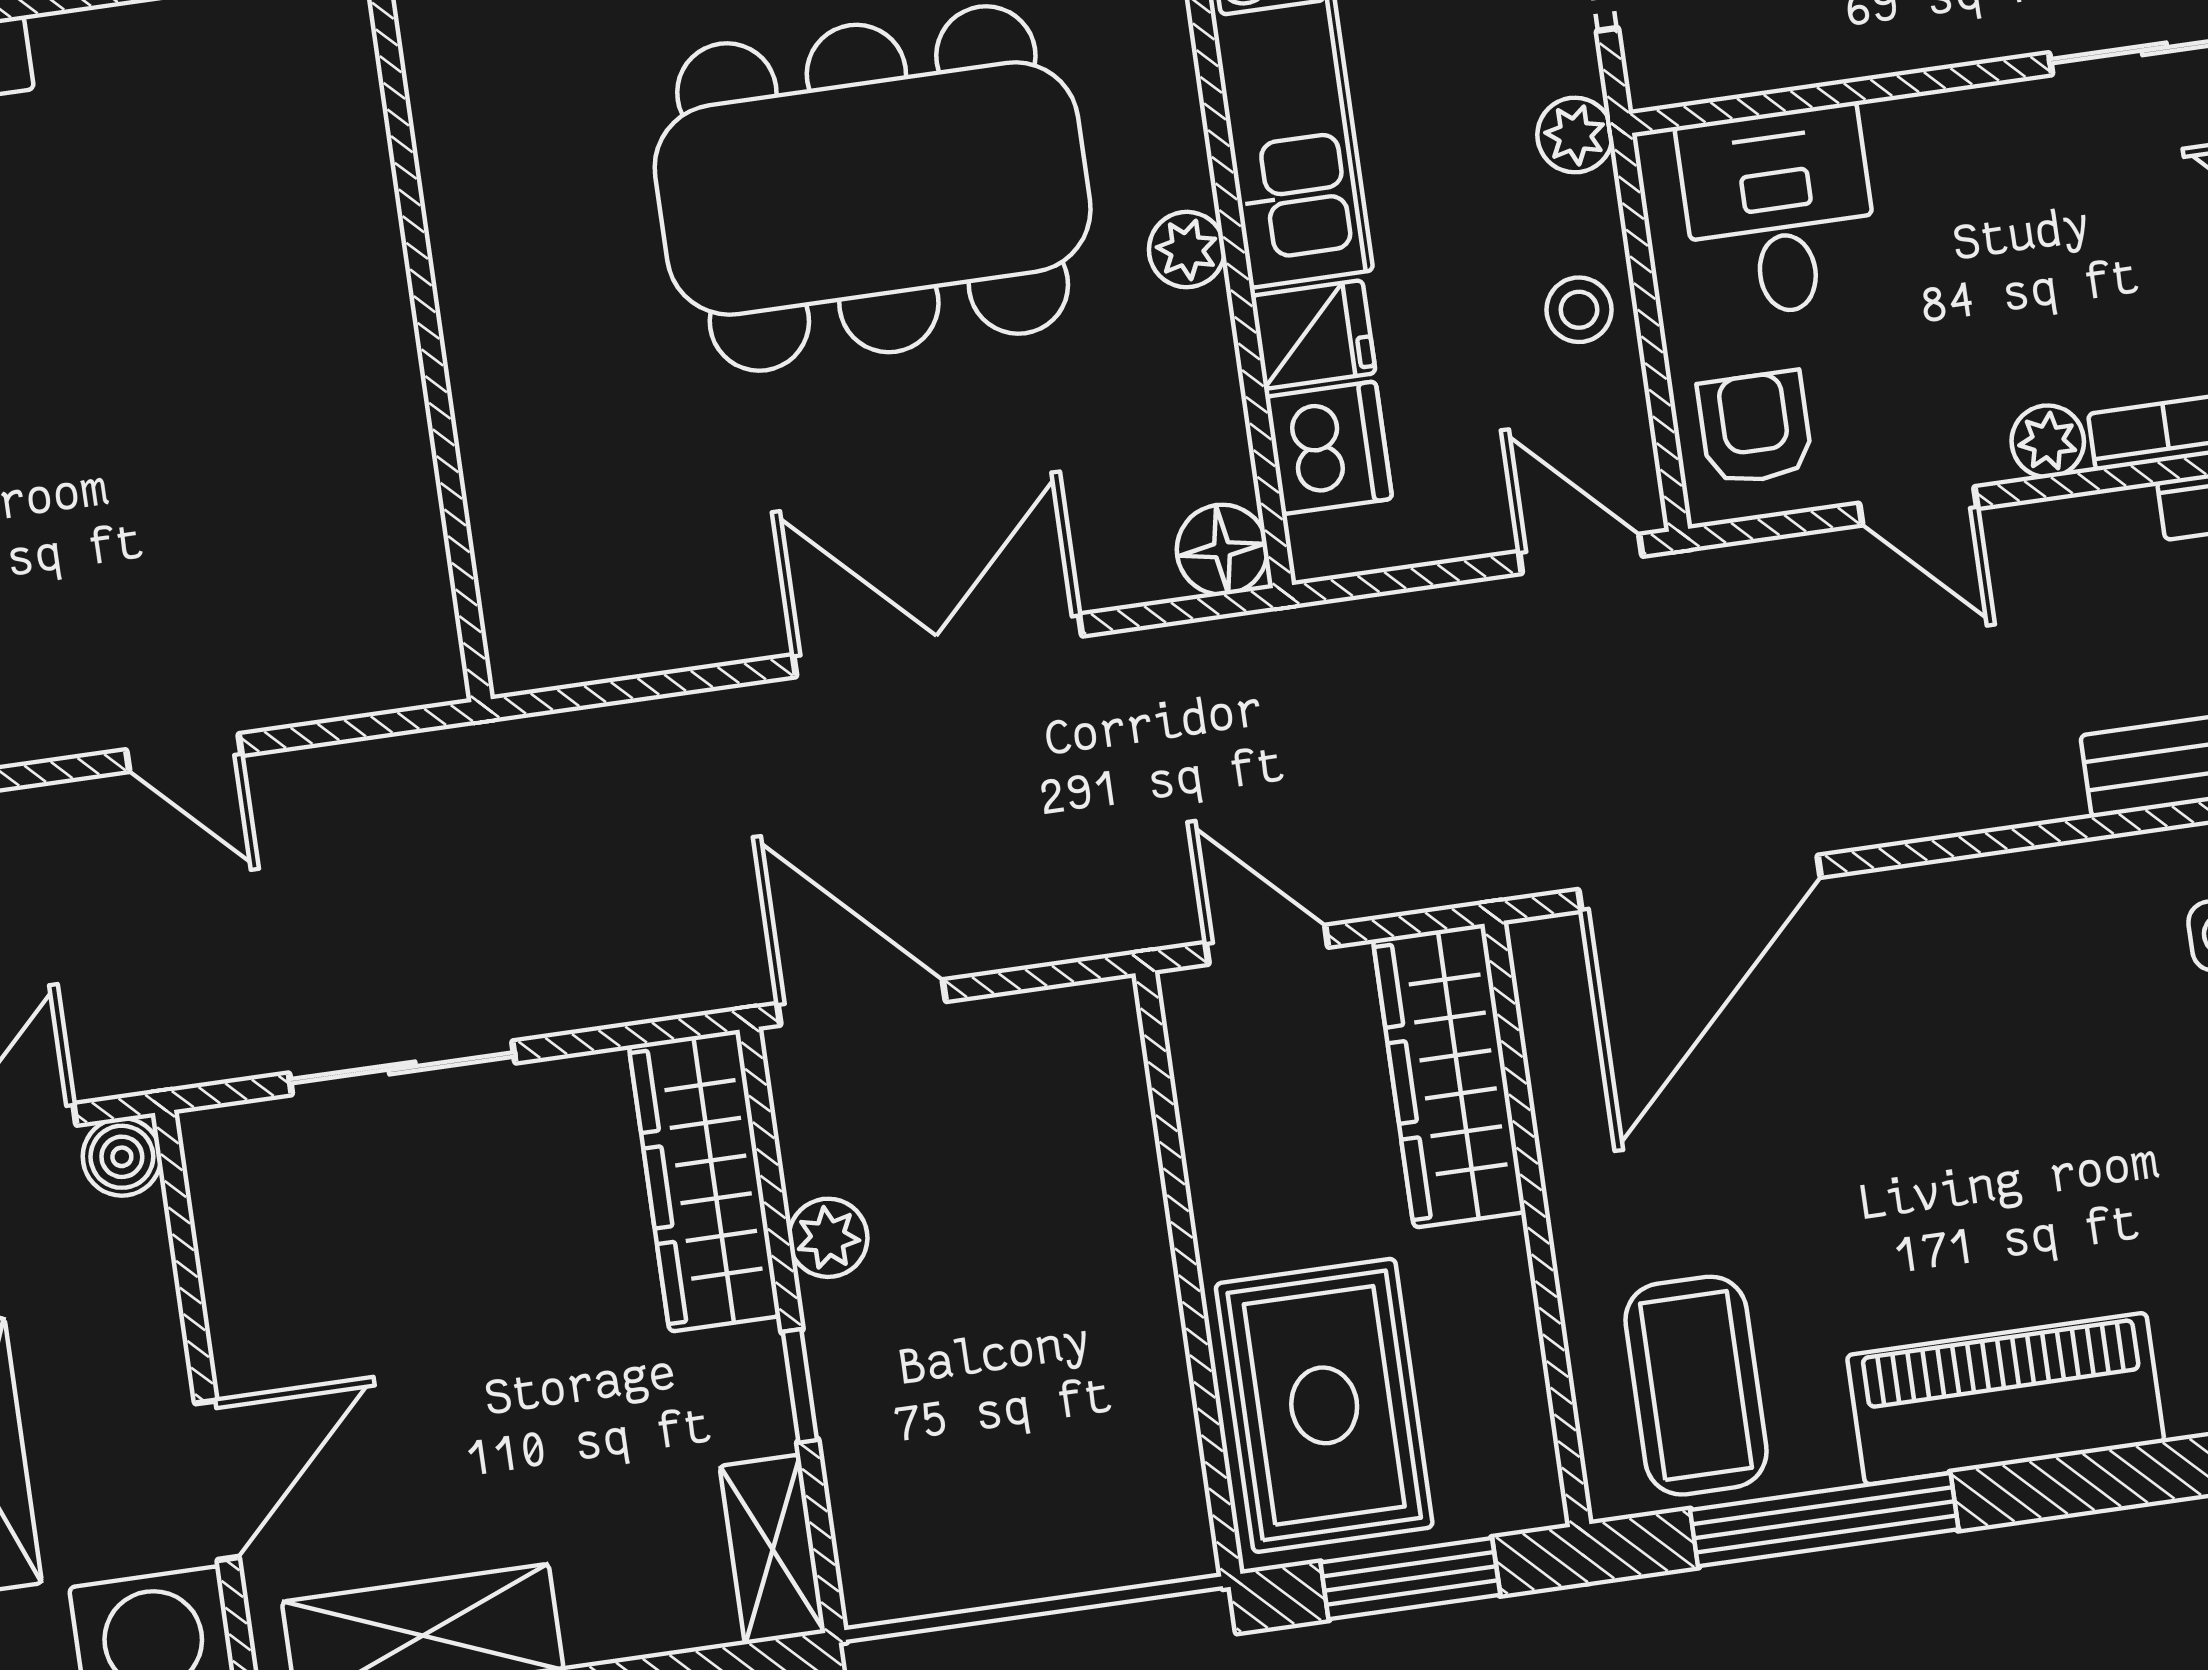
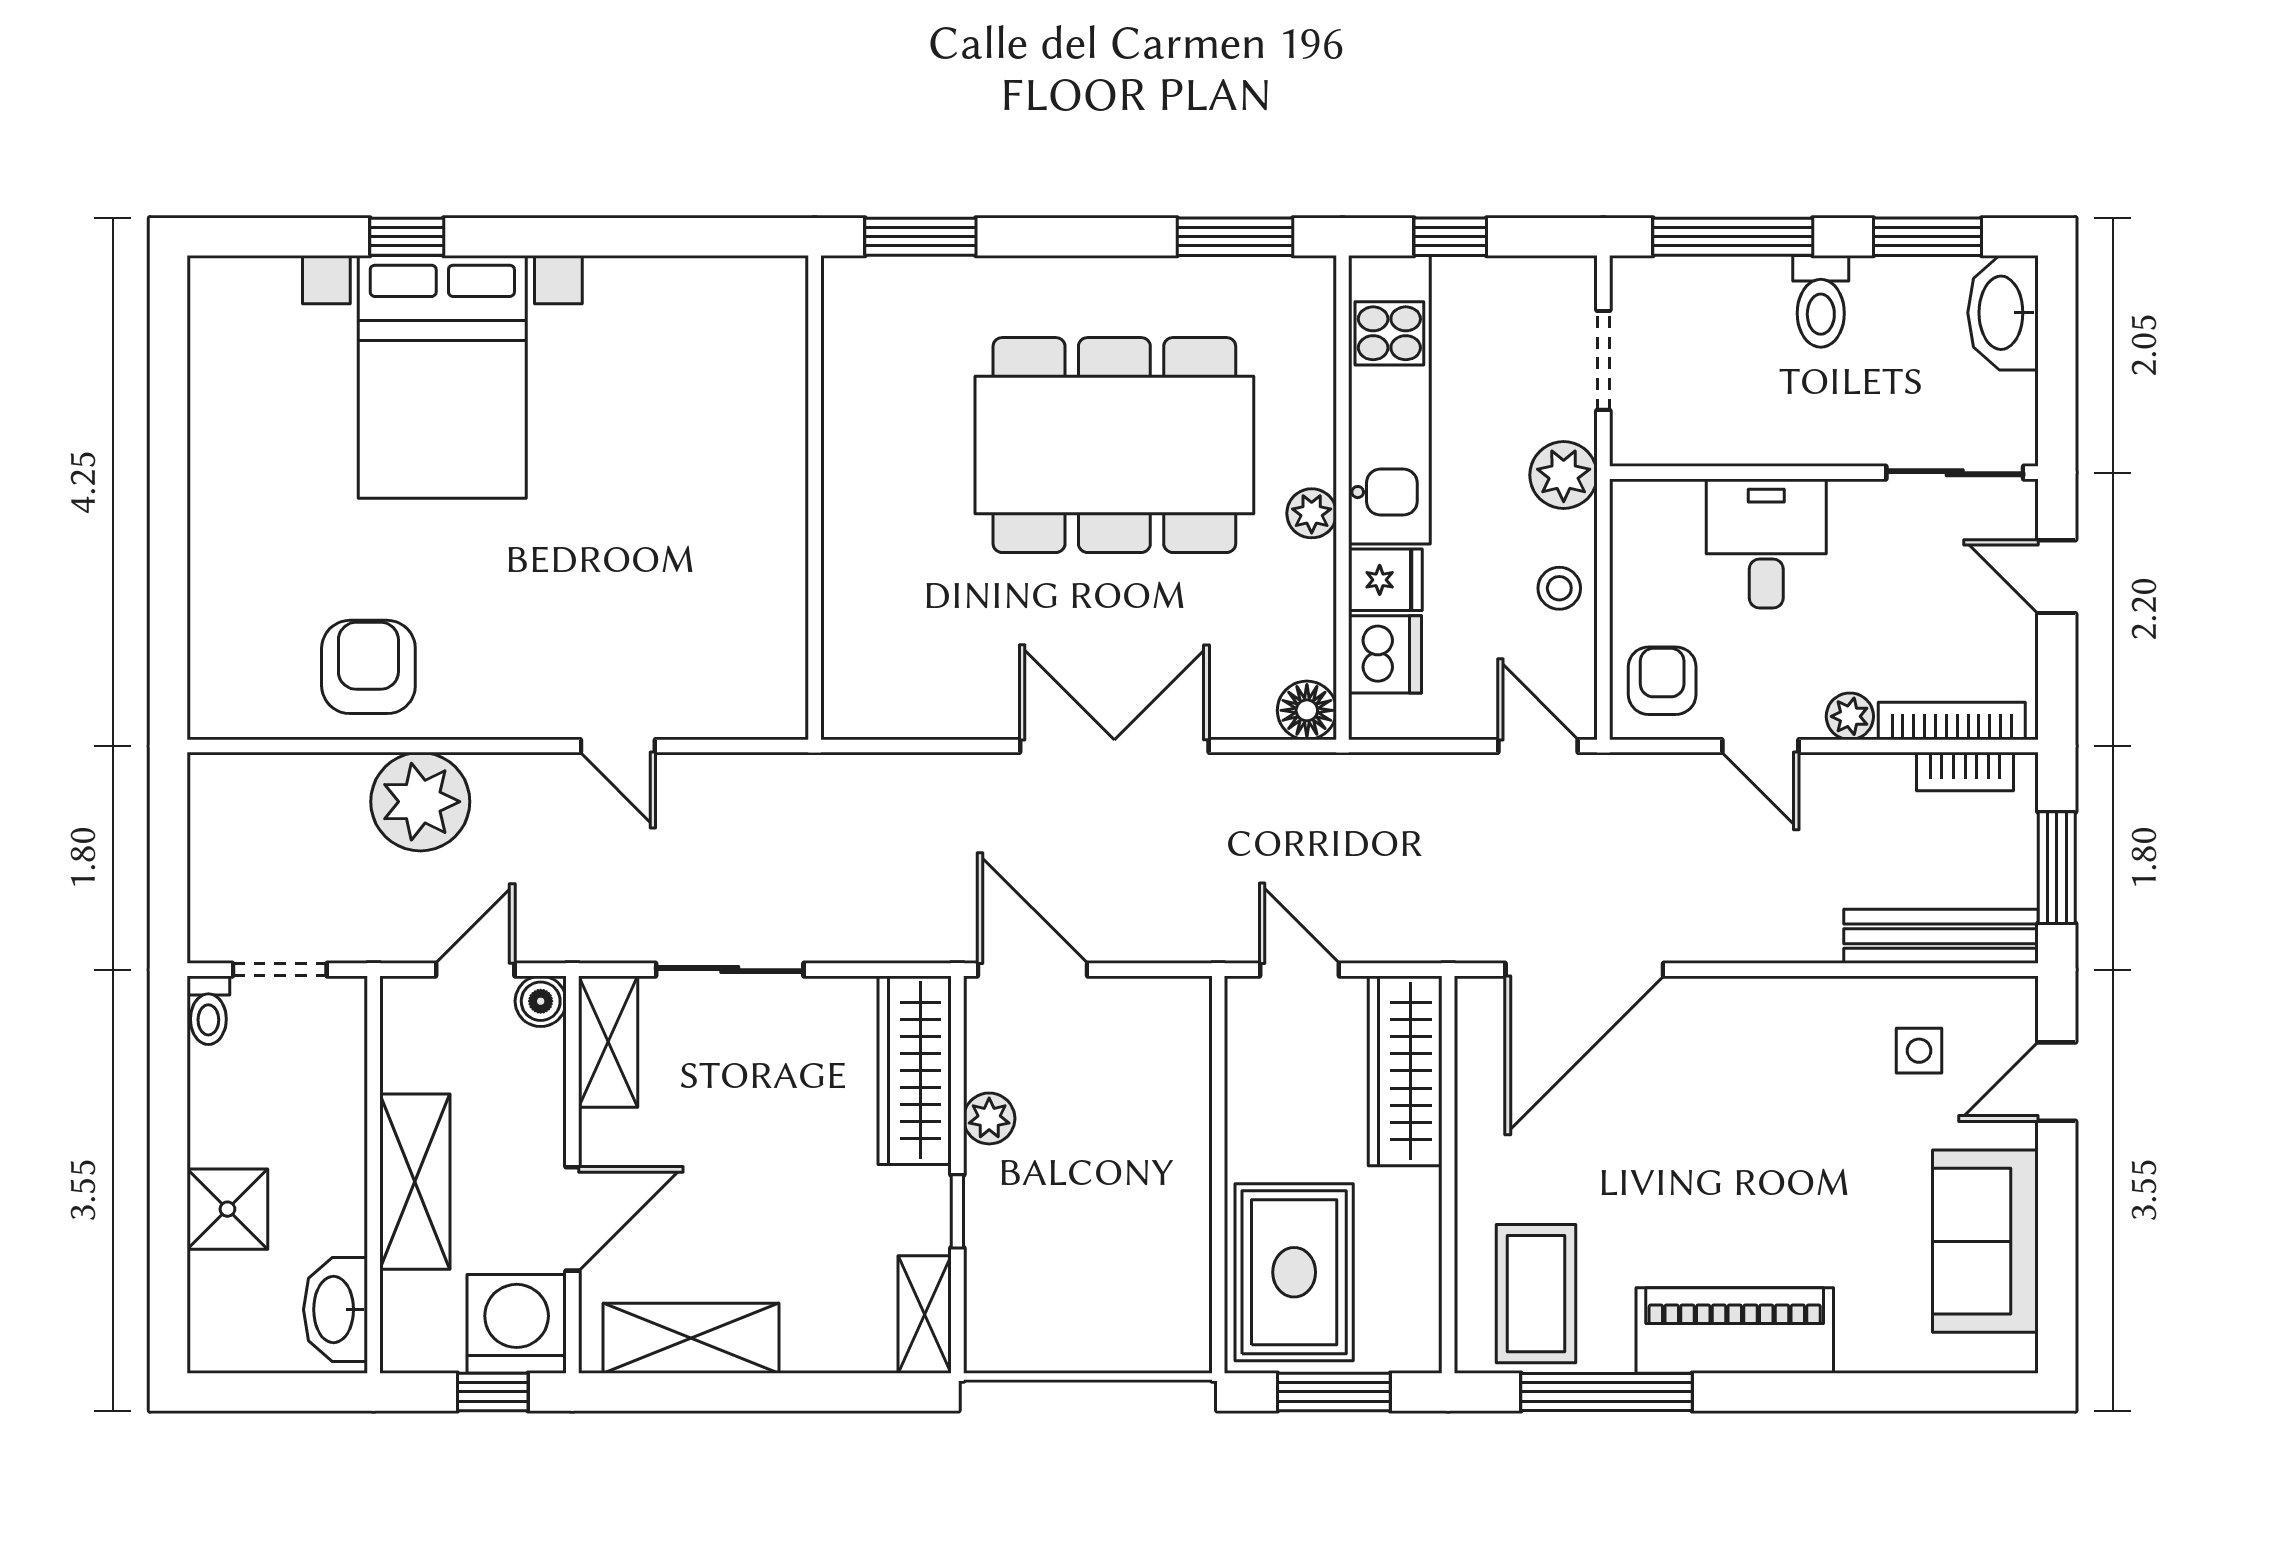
plant: (1575, 135) -> (1564, 475), width x1.38, depth x1.38
desk: (1779, 212) -> (1766, 543), moved
shelving: (233, 1203) -> (608, 1042), added

